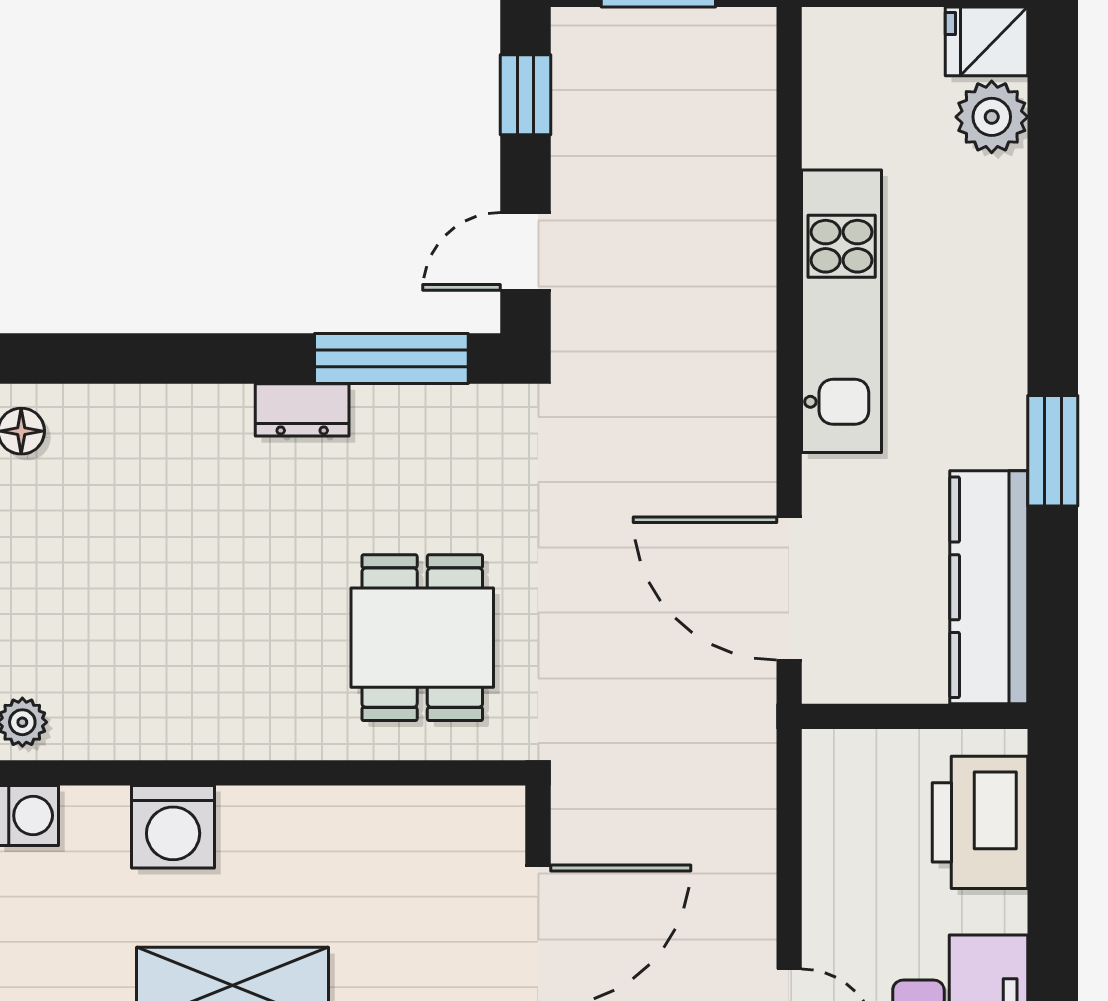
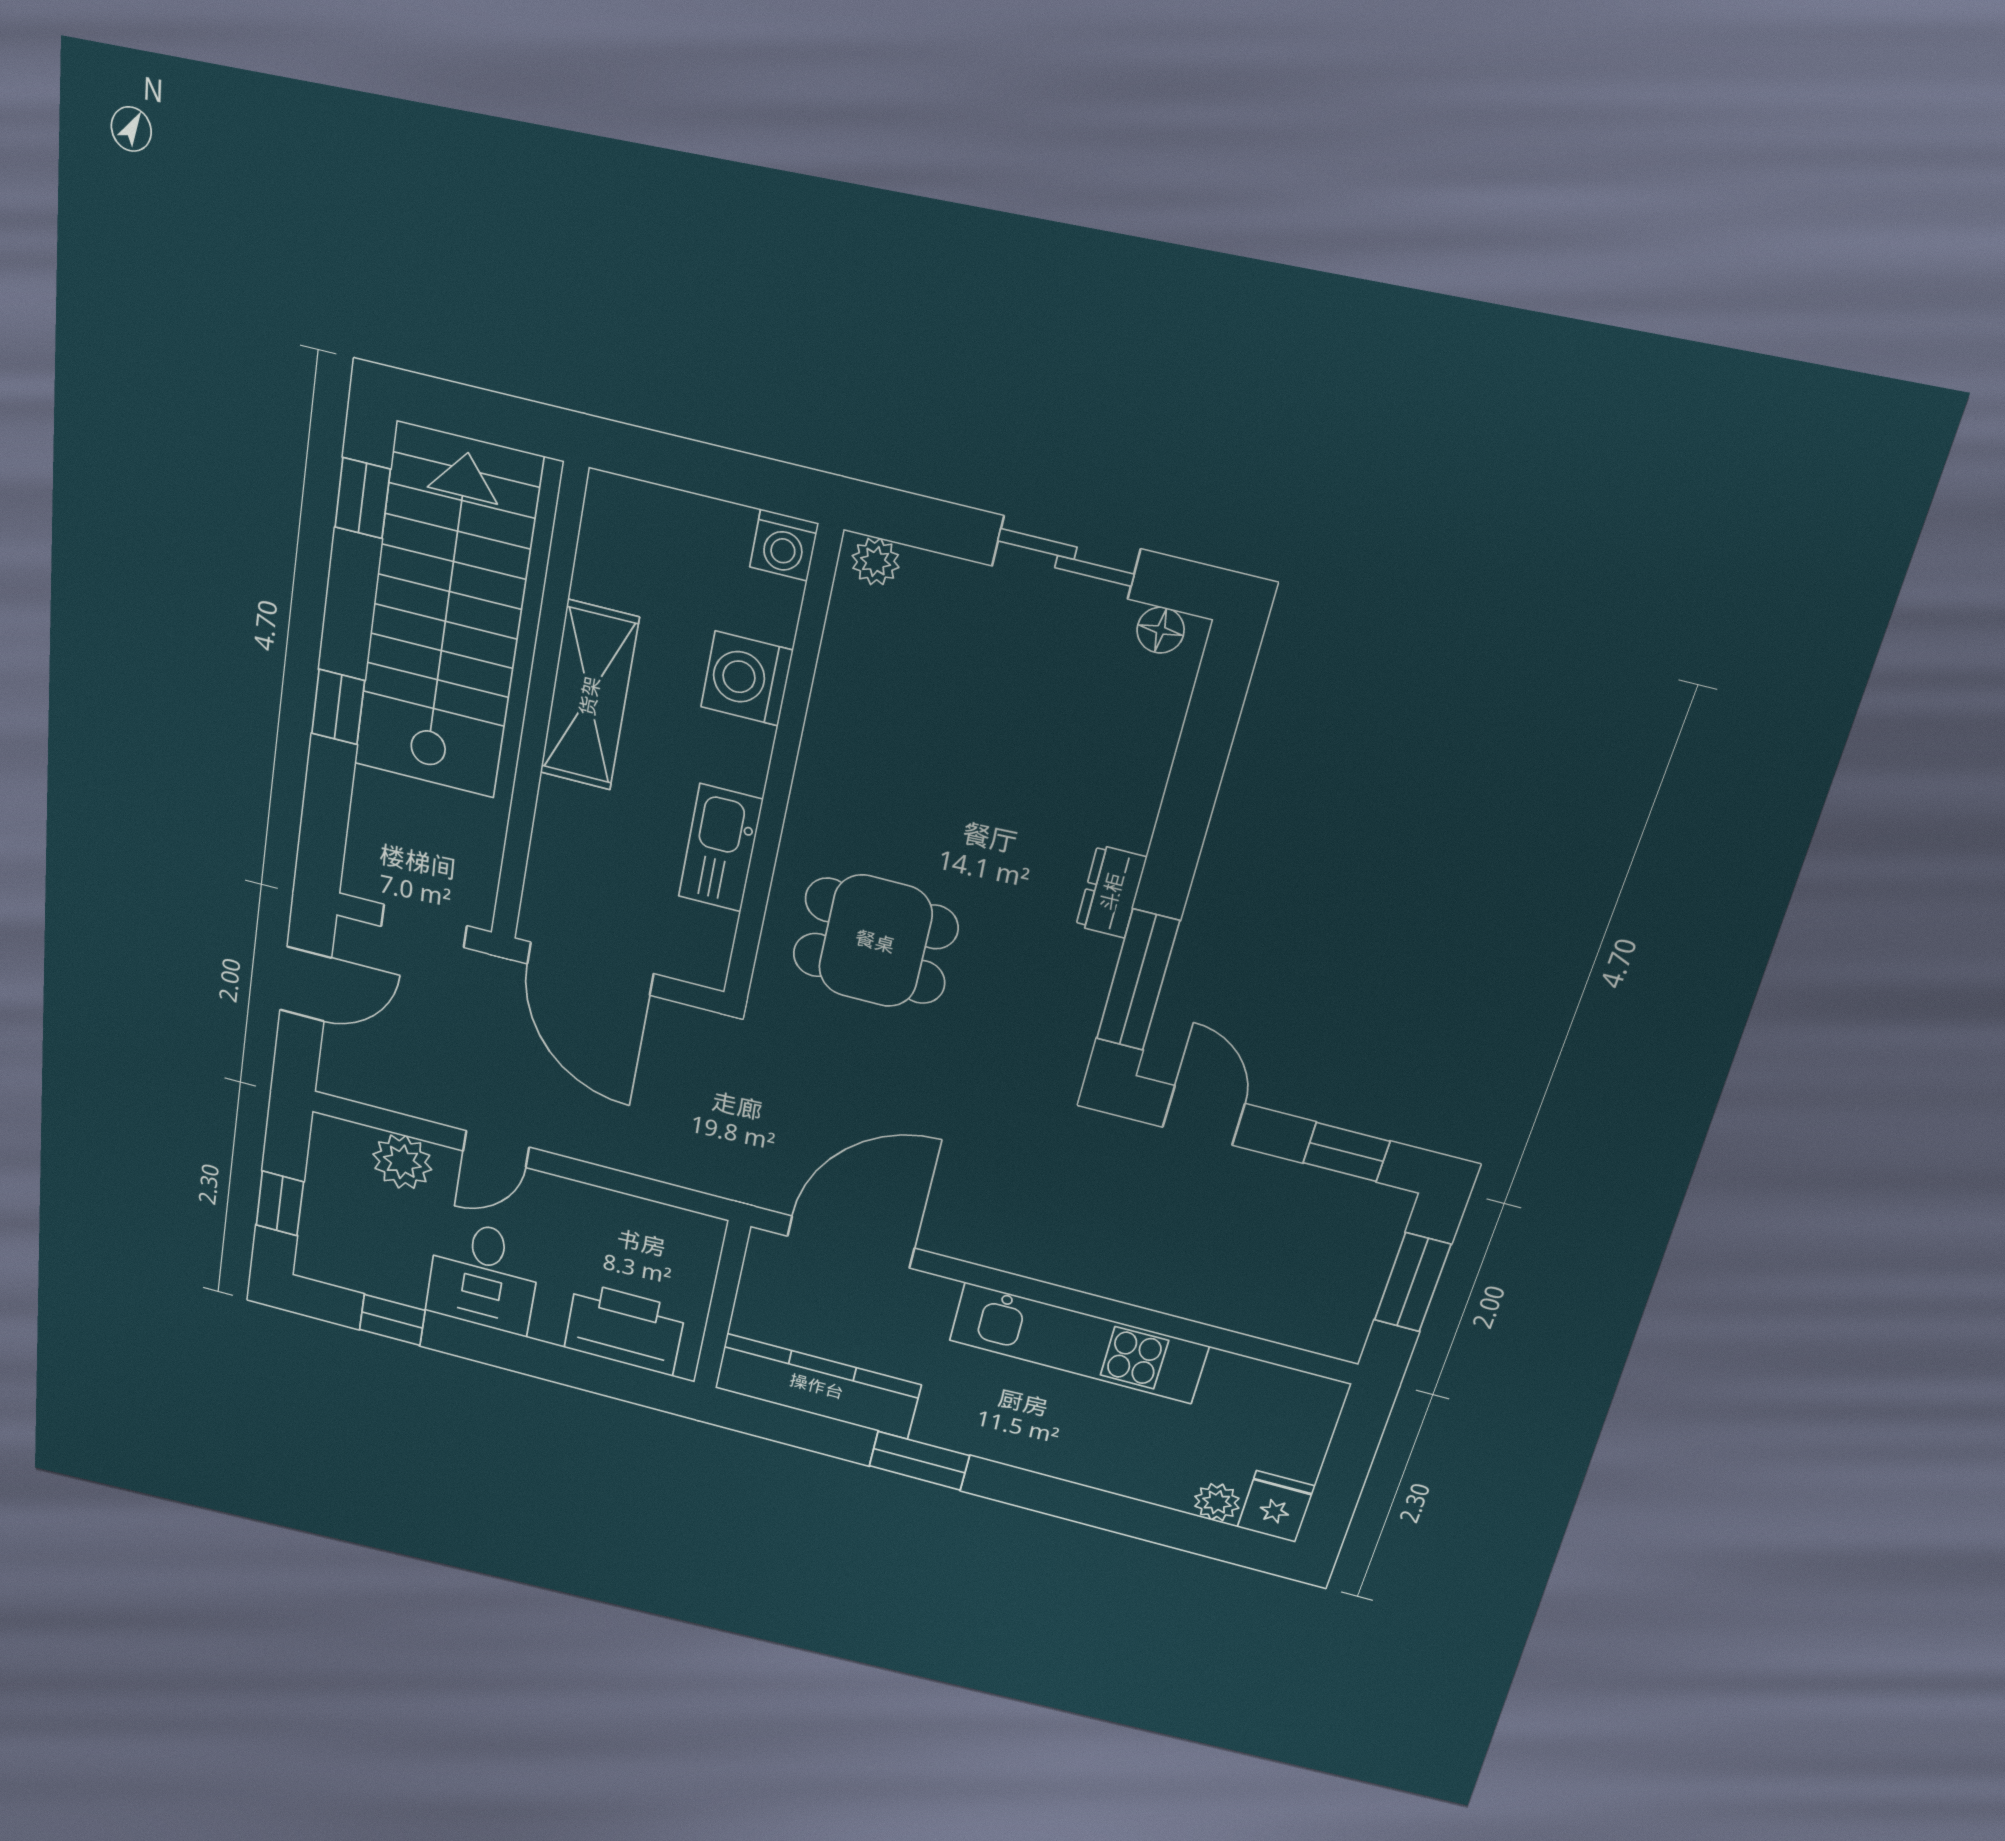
plant: (992, 117) -> (1217, 1502), width x0.73, depth x0.73
kitchen sink: (362, 820) -> (720, 848), added

